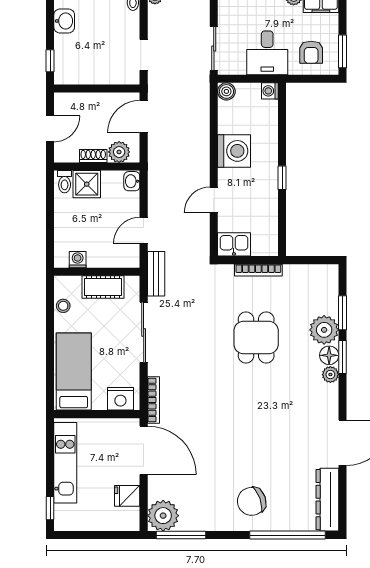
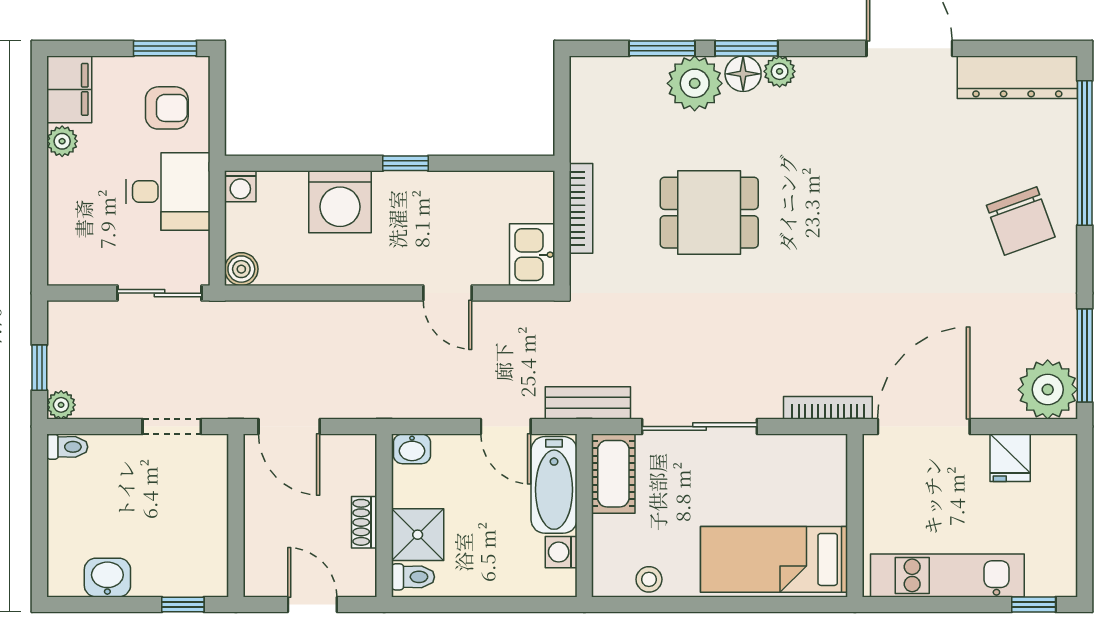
washing machine: (234, 151) -> (340, 202), moved, turned 180
plant: (119, 152) -> (356, 473), removed
bathtub: (113, 256) -> (554, 485), added
cot: (103, 287) -> (613, 474), moved
nightstand: (120, 399) -> (826, 471), removed

